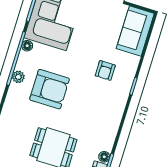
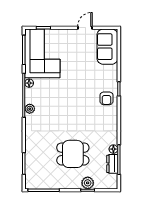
armchair: (105, 70) -> (107, 98), moved
armchair: (49, 89) -> (56, 111), removed

